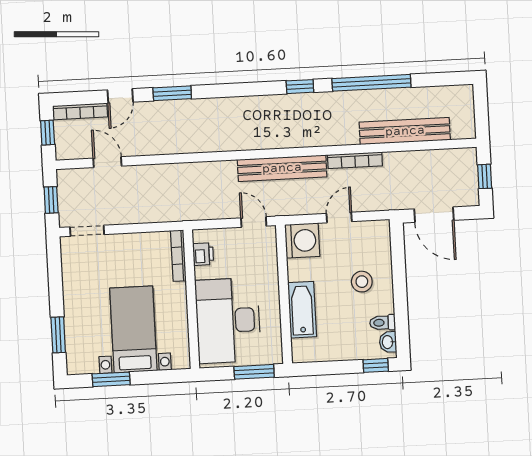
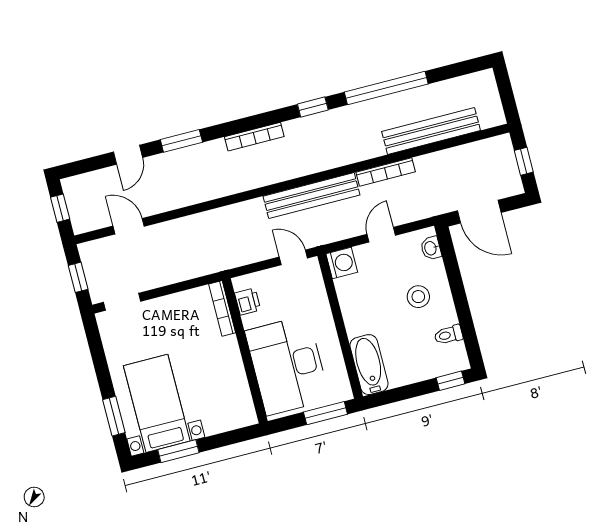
bookcase: (80, 111) -> (254, 137), moved
washing machine: (302, 241) -> (342, 263), width x0.73, depth x0.73
bathtub: (302, 310) -> (369, 365), moved
bed with nightstands: (133, 329) -> (157, 403), moved
washbasin: (388, 342) -> (431, 248), moved

